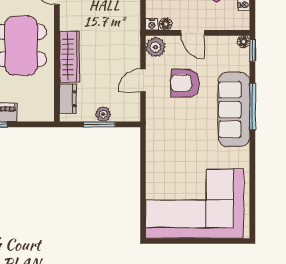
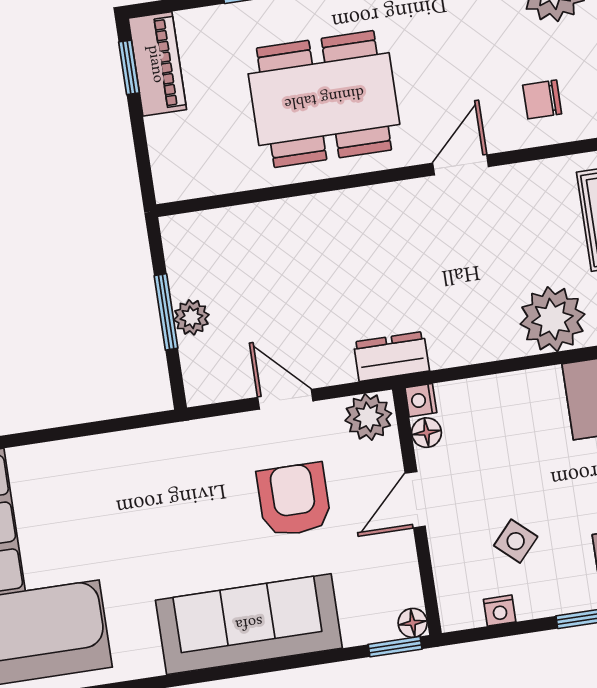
wardrobe: (70, 57) -> (315, 217), removed
dresser: (68, 99) -> (391, 356), moved, turned 180
window: (252, 107) -> (263, 667), removed

